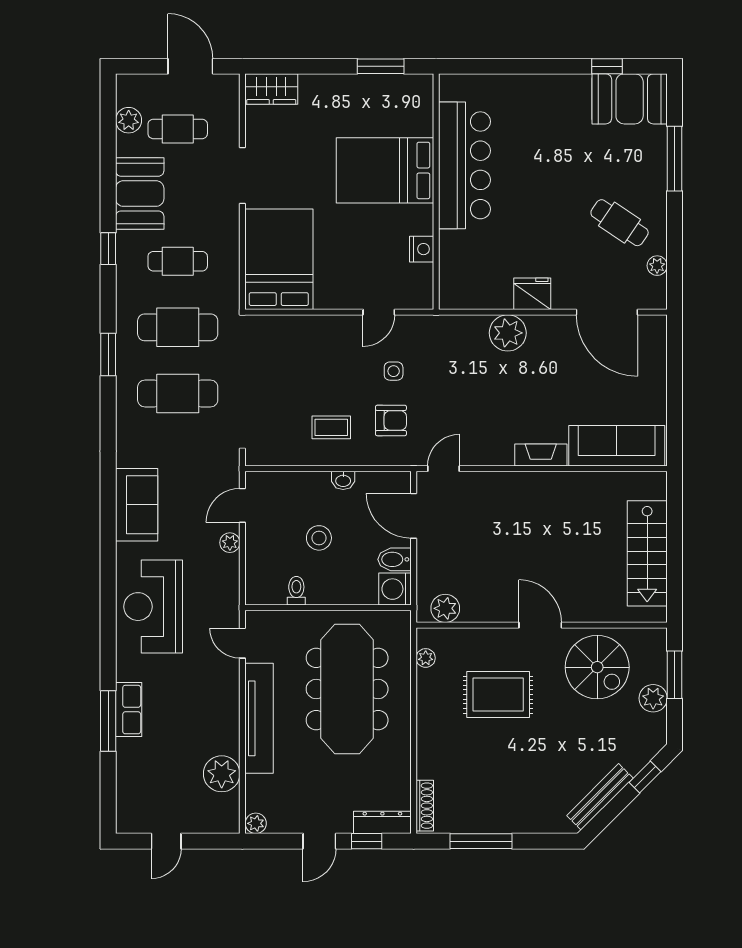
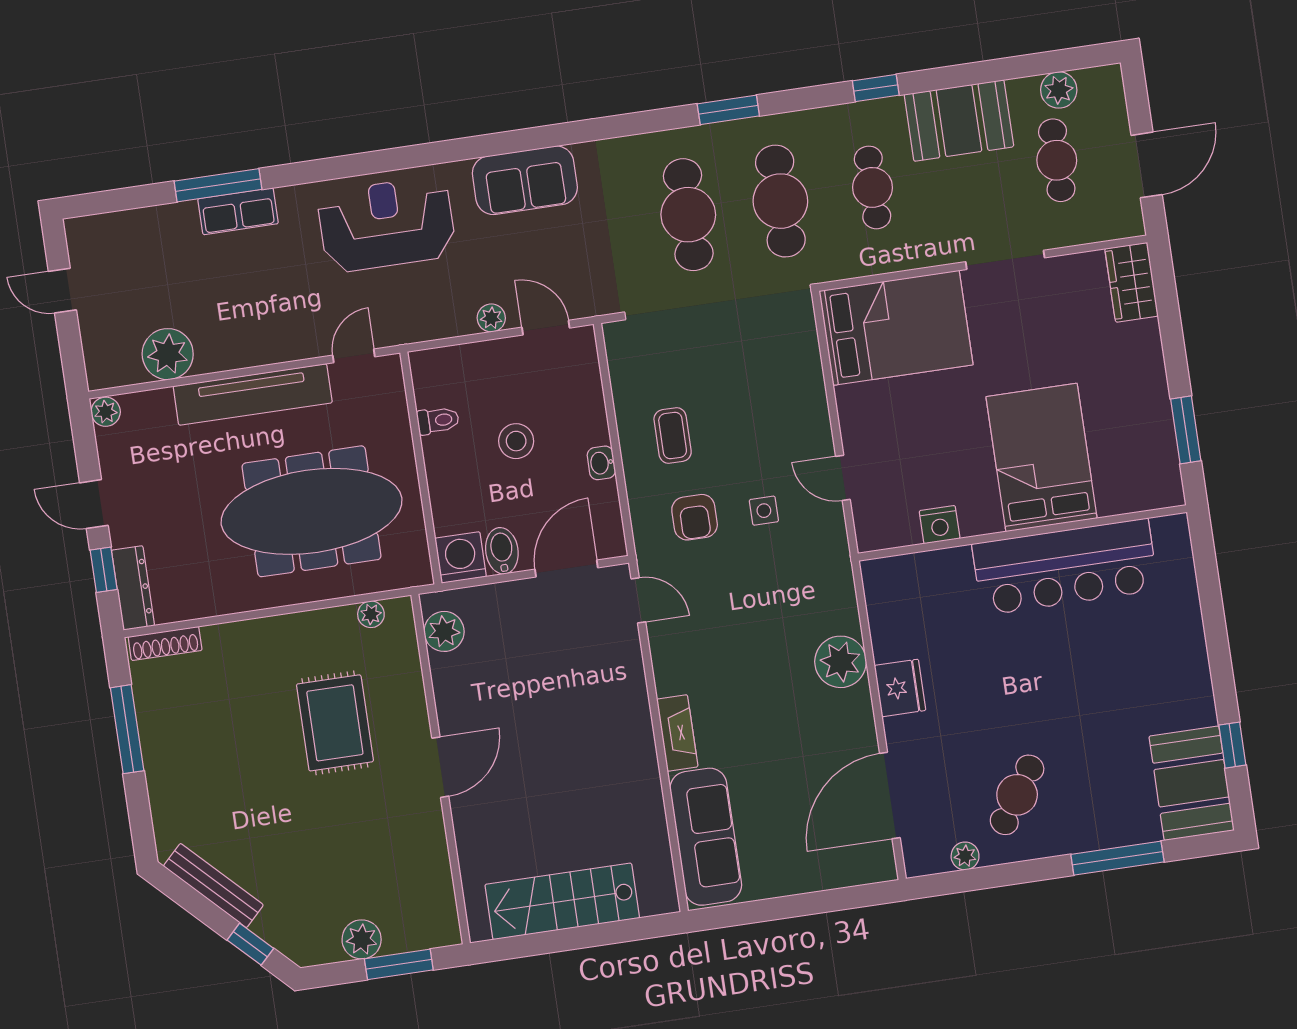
spiral stairs: (597, 667) -> (393, 855), removed

